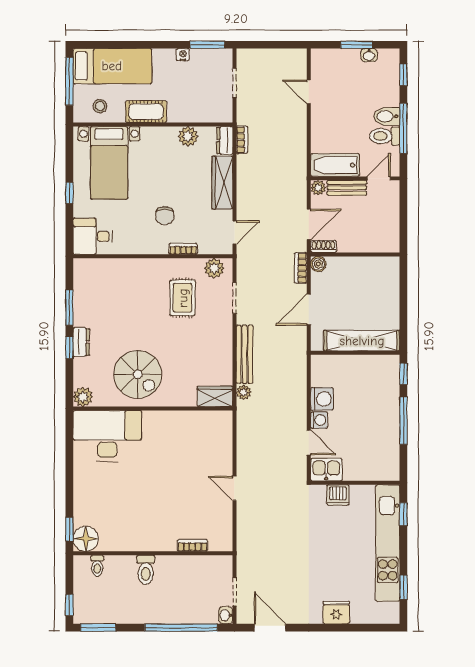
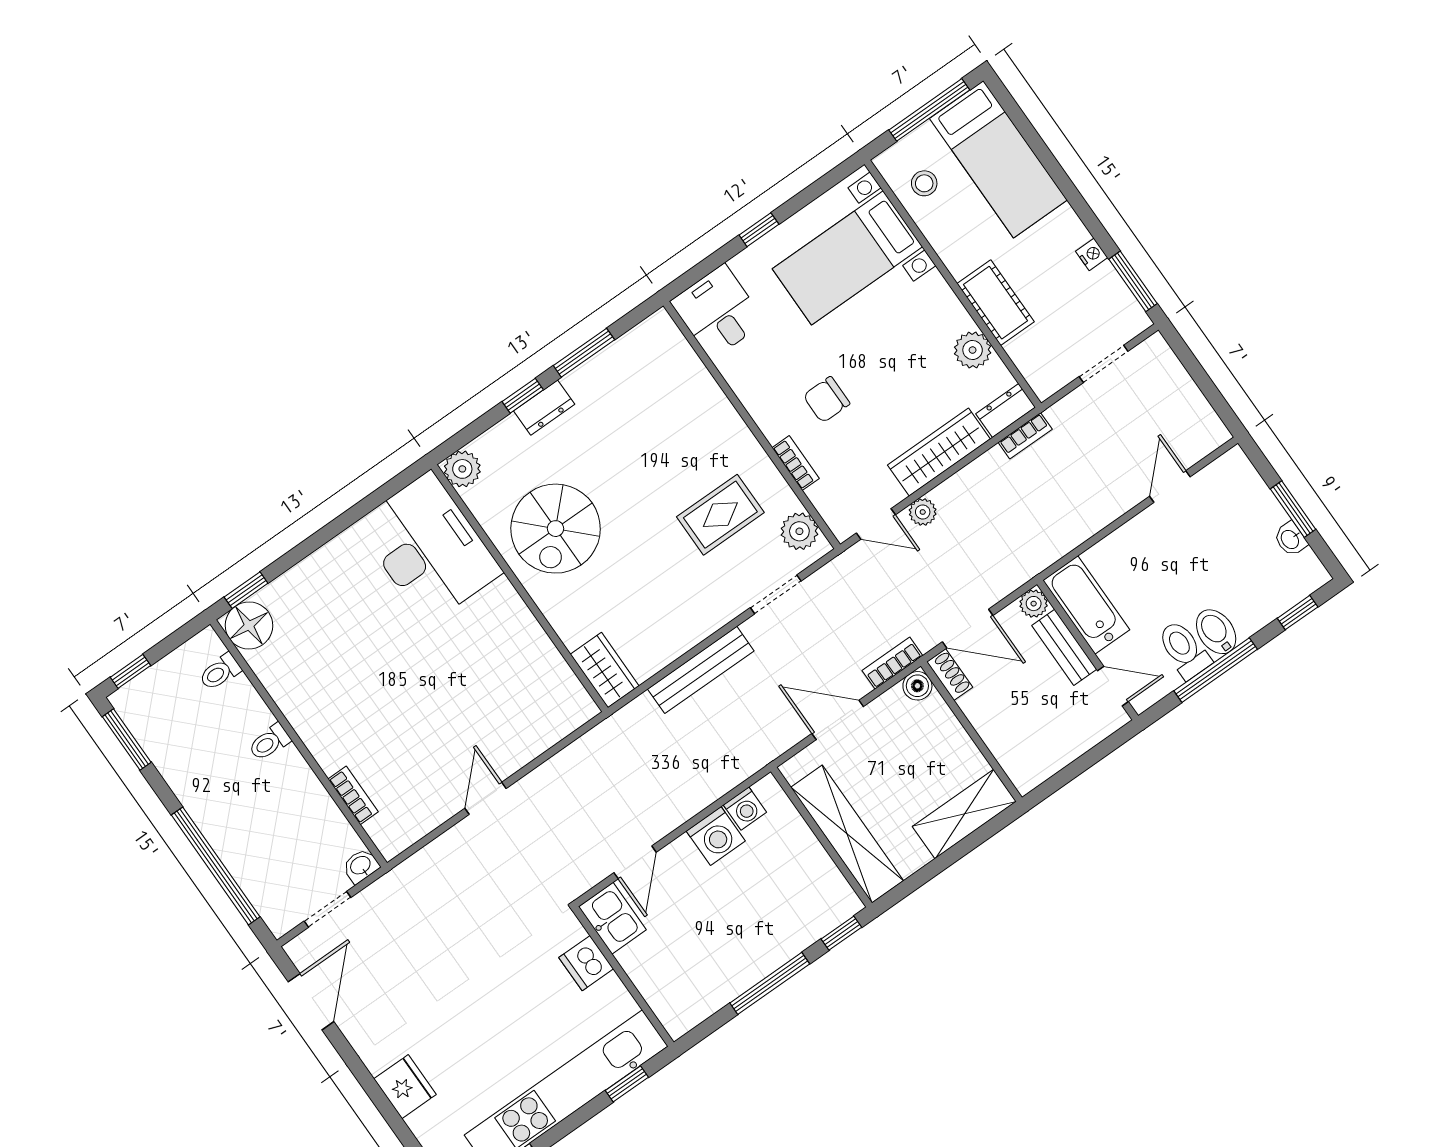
cot: (146, 112) -> (996, 303), moved
shelving: (389, 283) -> (964, 814), added
plant: (244, 392) -> (923, 512), moved
washing machine: (319, 420) -> (745, 809), moved
toilet: (146, 570) -> (269, 742), width x0.73, depth x0.72
washbasin: (226, 615) -> (361, 866), moved

